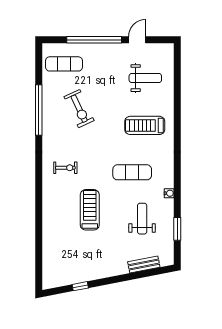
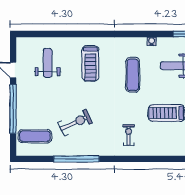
exercise mat: (64, 64) -> (35, 136), turned 90

